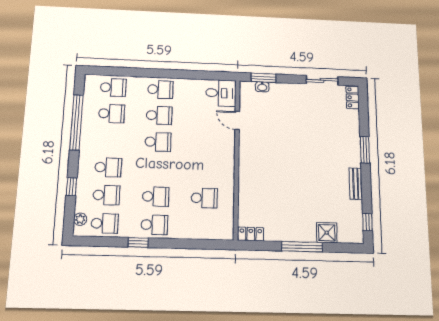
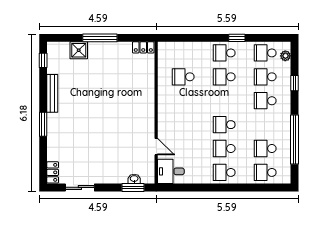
bench: (356, 184) -> (52, 93), width x1.36

